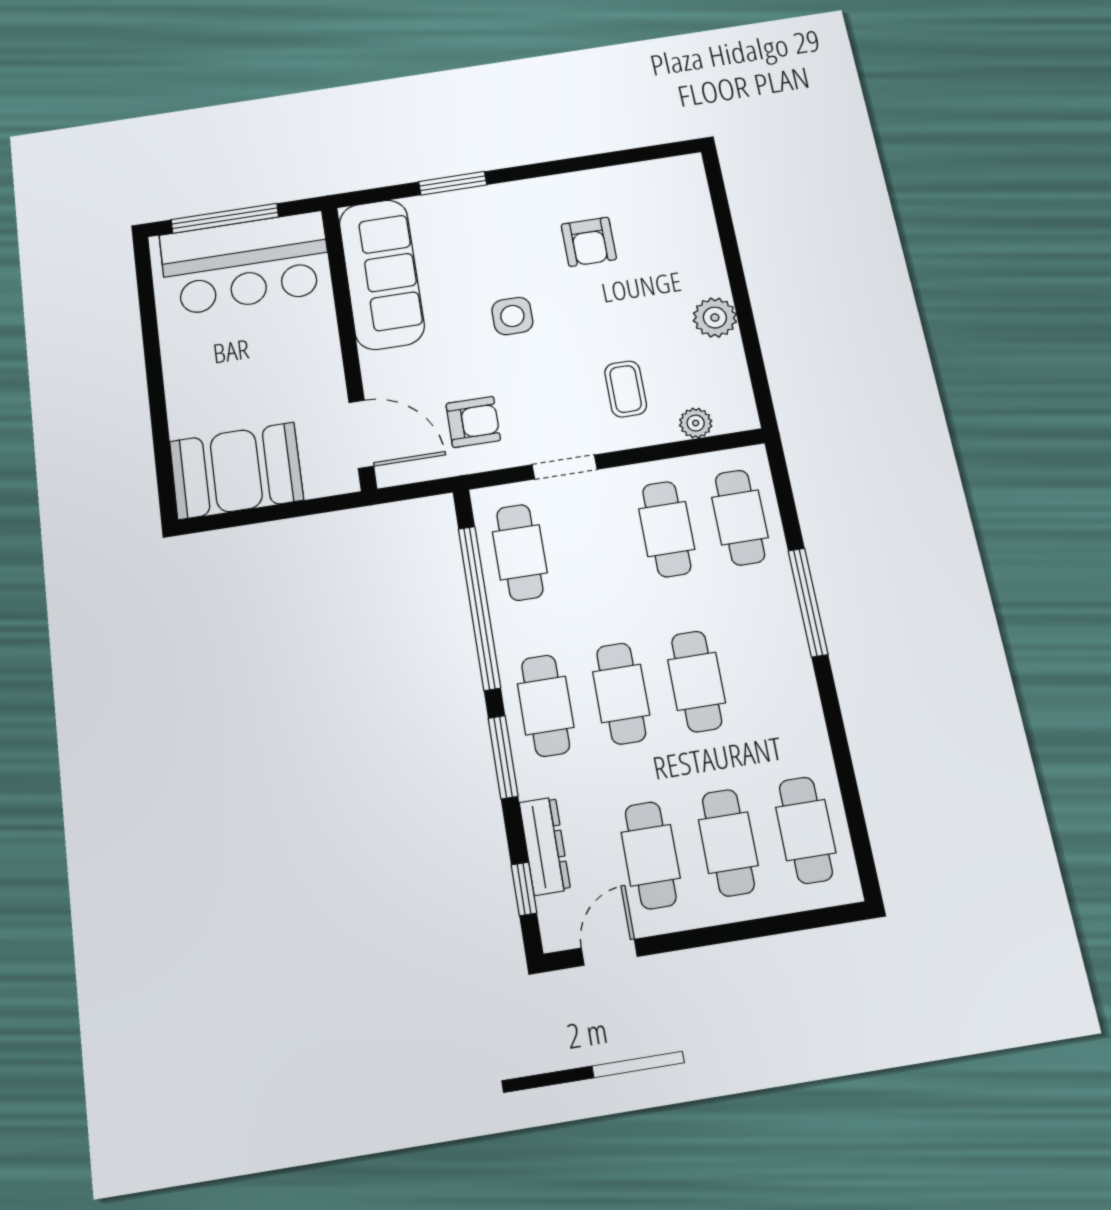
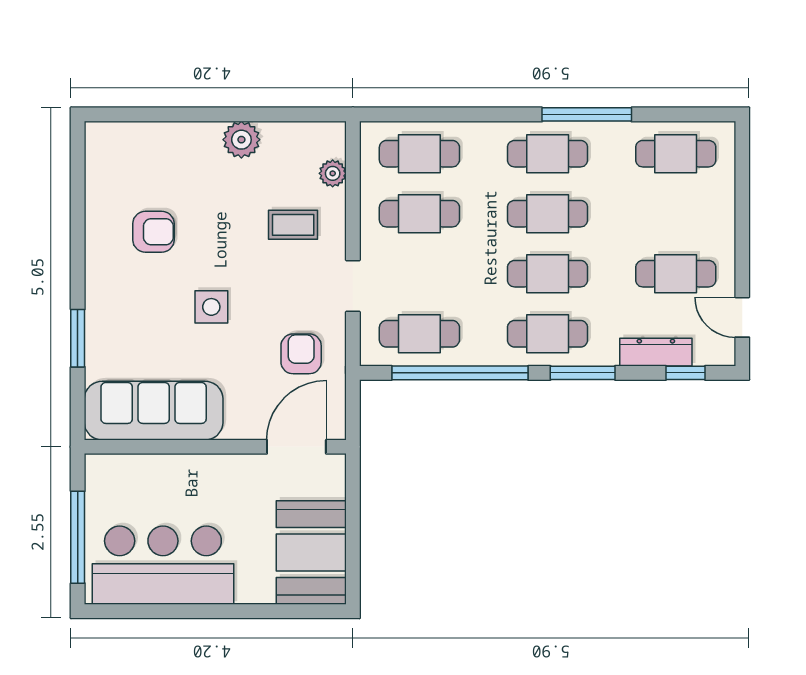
bar counter: (246, 263) -> (163, 565), moved, turned -90
window: (808, 602) -> (587, 114), moved
cafe table: (728, 843) -> (548, 154), moved

